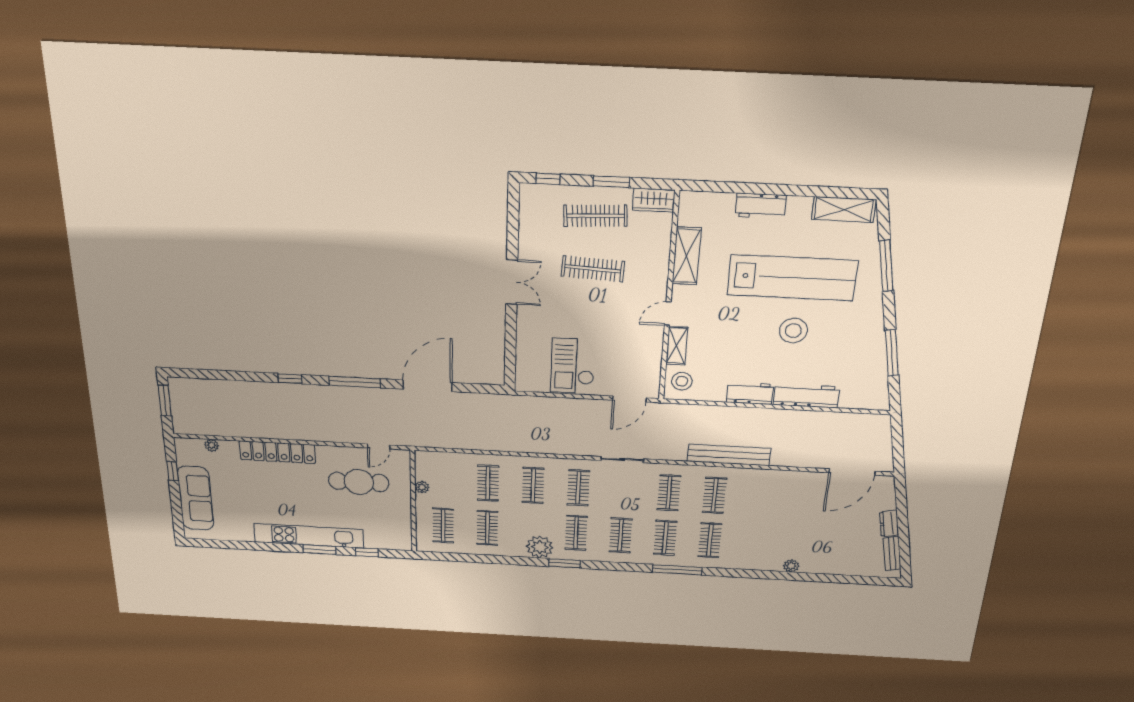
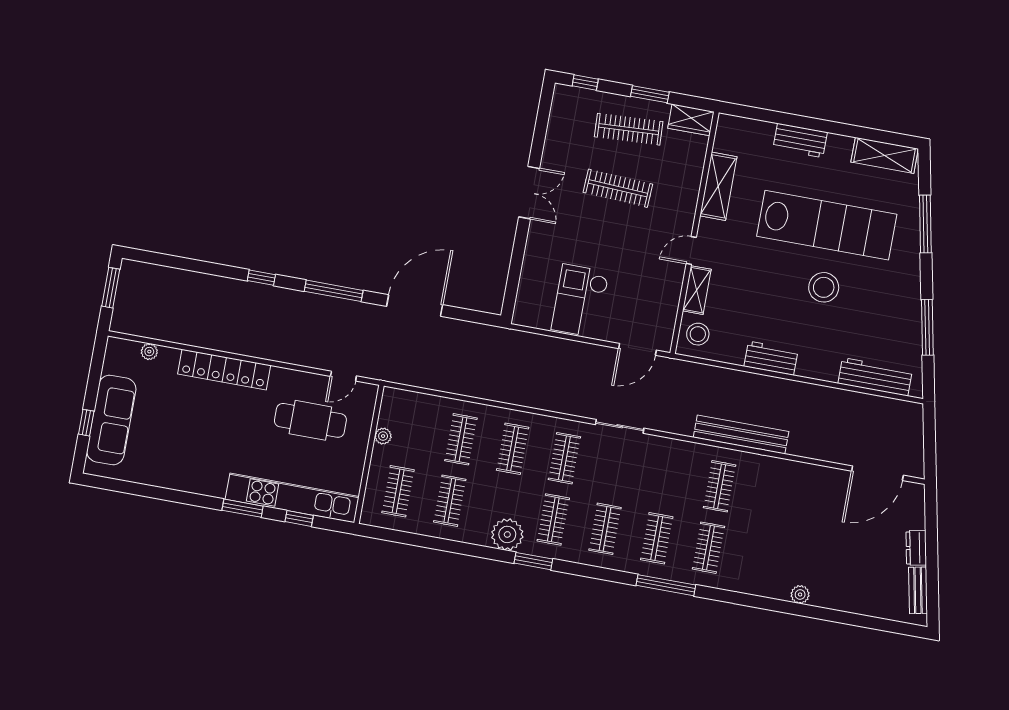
workbench: (806, 396) -> (875, 377), moved
window: (172, 471) -> (86, 423), moved
clothes rail: (669, 493) -> (668, 477), removed
kitchen unit: (309, 536) -> (292, 498), moved

